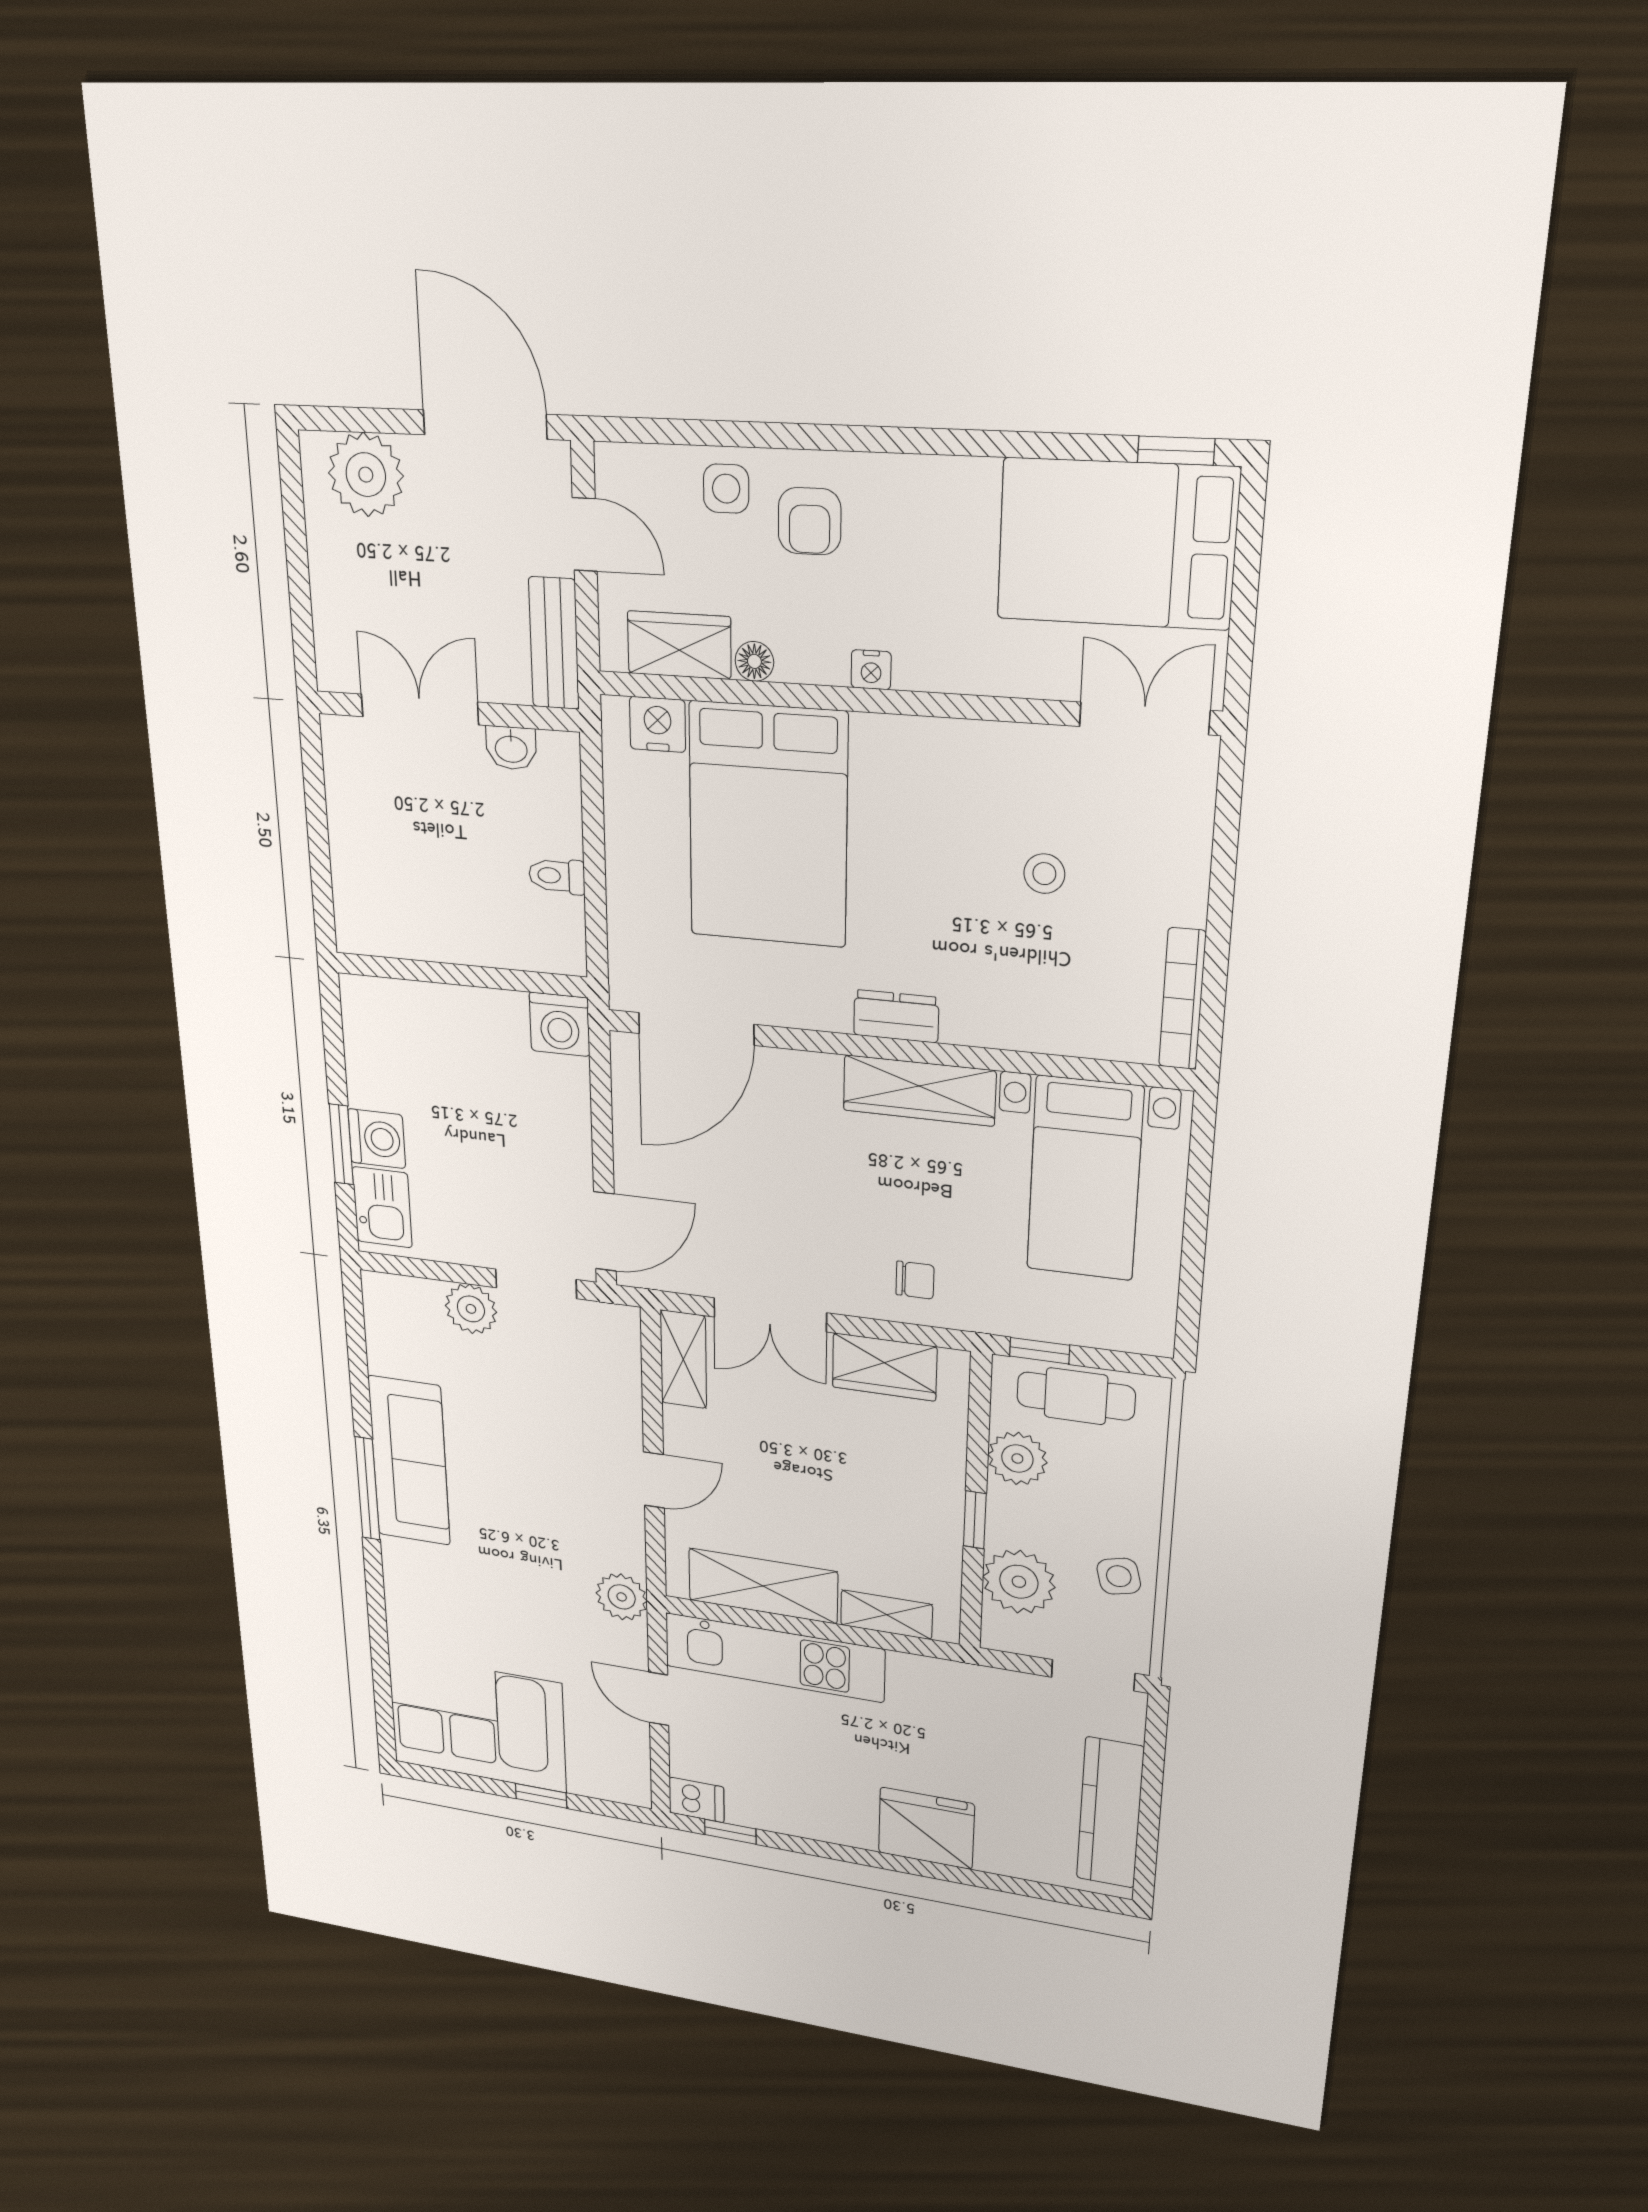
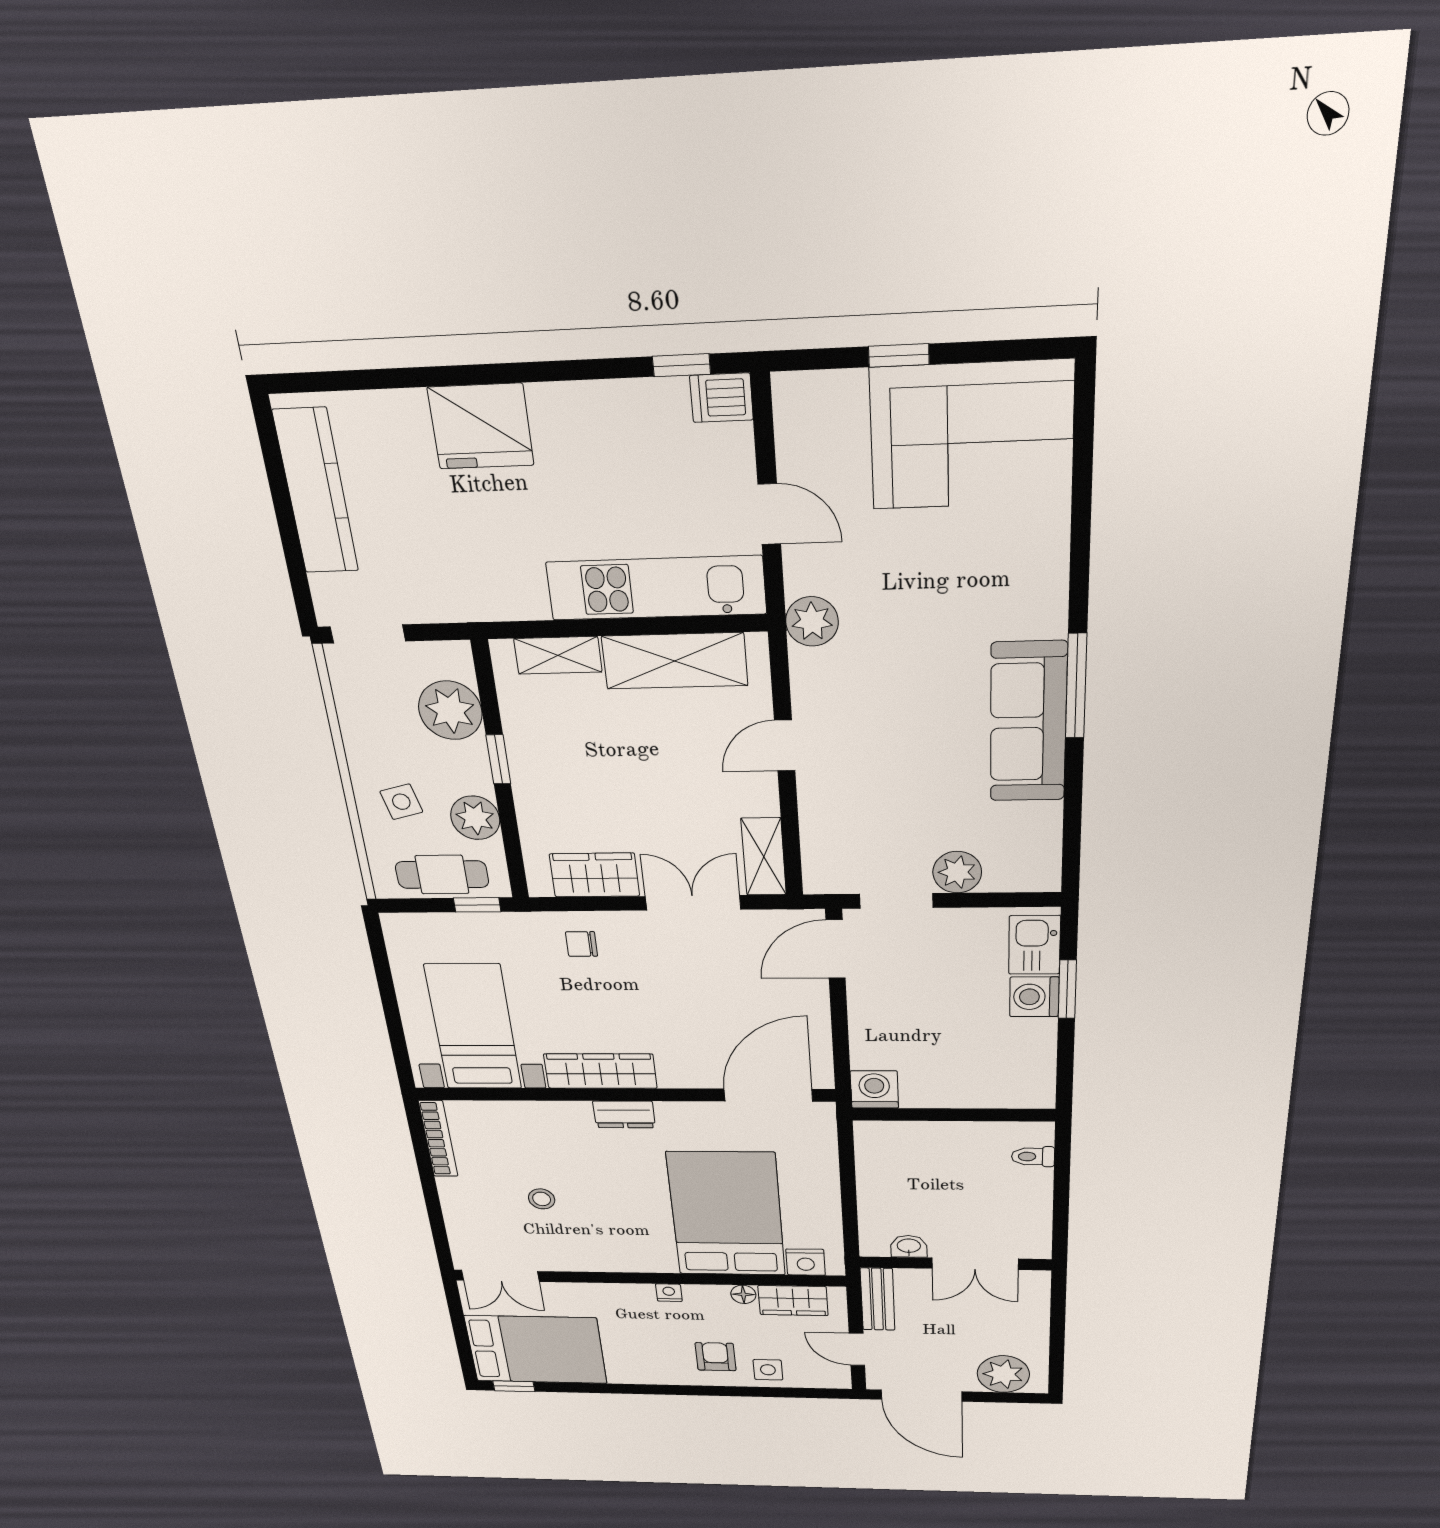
toilet: (557, 876) -> (1033, 1157), moved, turned 180
side table: (1119, 1576) -> (401, 802), moved

